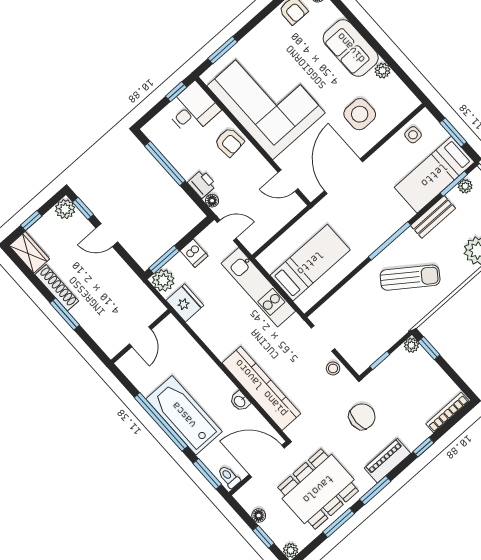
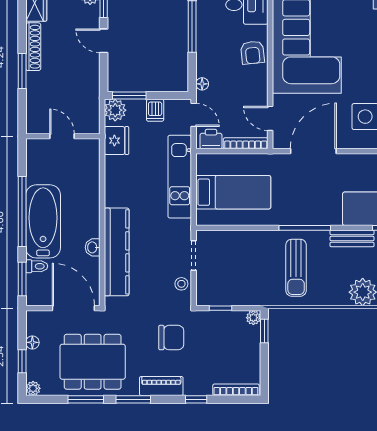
printer: (202, 184) -> (211, 139), moved, turned -90
bookcase: (286, 216) -> (246, 143), added
sun lounger: (410, 278) -> (296, 268), turned 54
door: (140, 337) -> (62, 136), swing flipped
toilet: (229, 477) -> (37, 266), moved, turned 90

